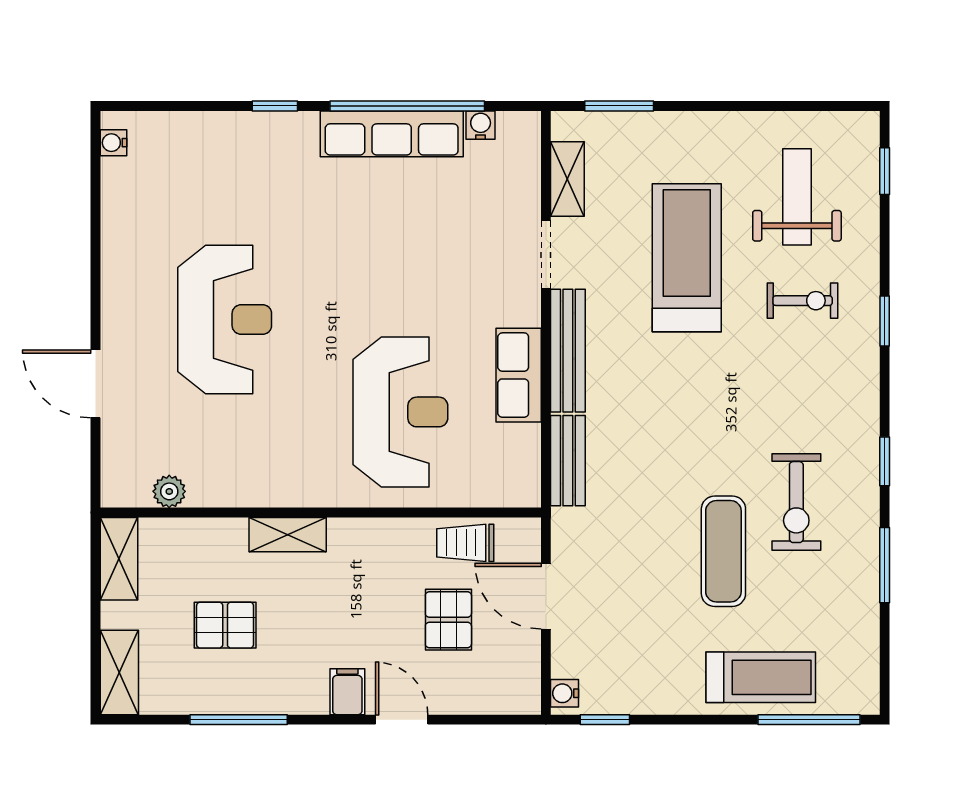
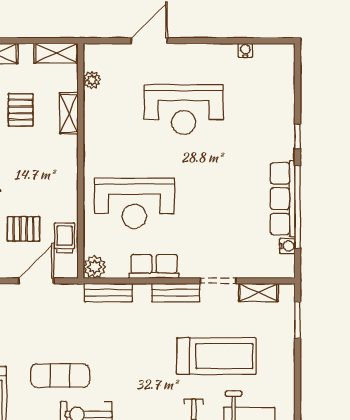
water cooler: (113, 143) -> (245, 50), moved
bench: (568, 351) -> (176, 293), width x0.73
plant: (520, 486) -> (95, 267), added
shelving: (288, 535) -> (69, 113), moved

